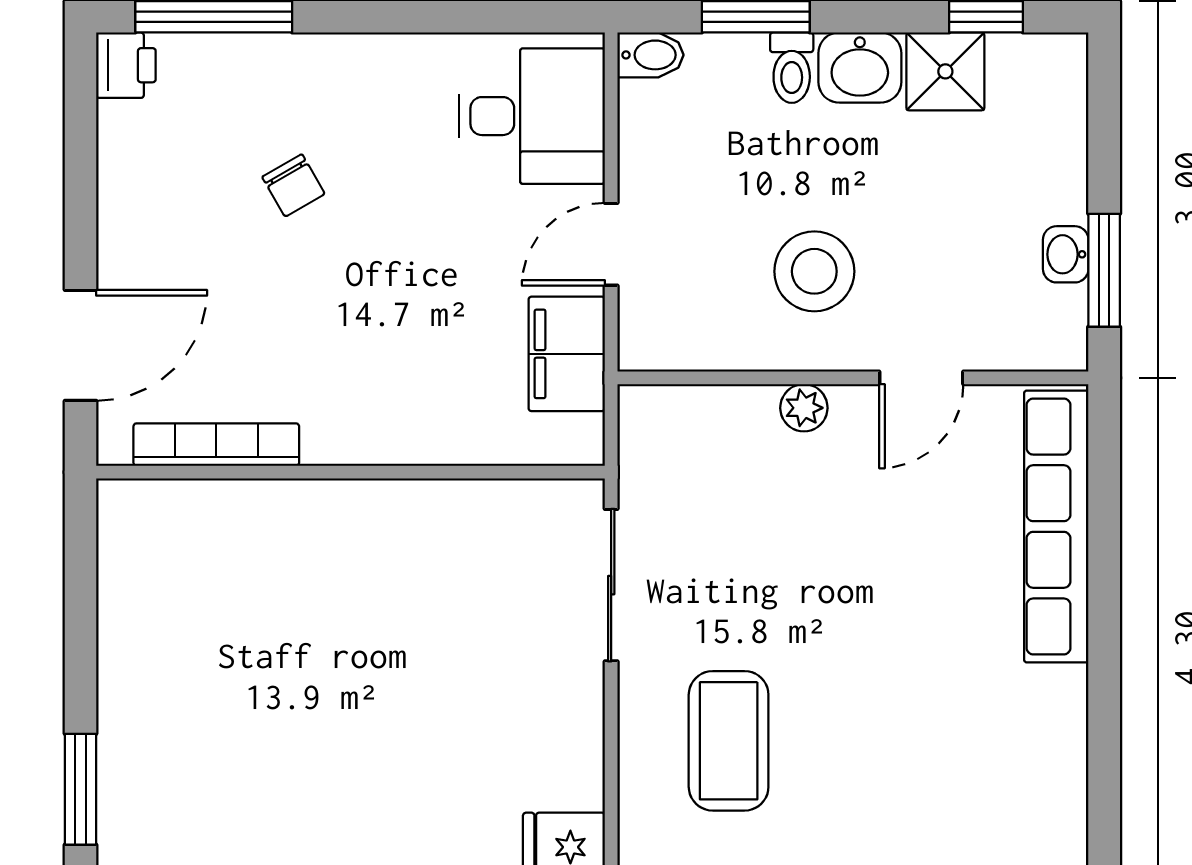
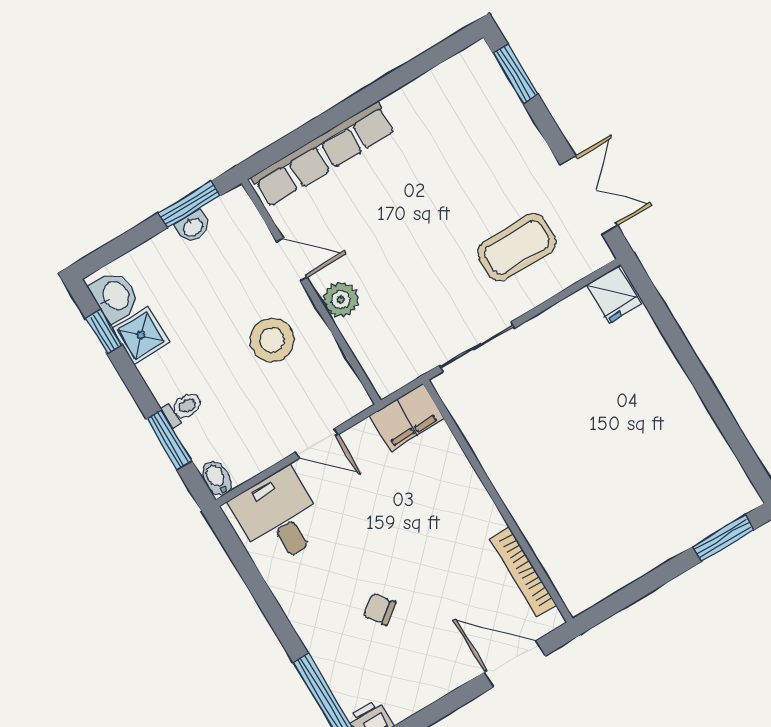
washbasin: (860, 68) -> (115, 296), moved
chair: (293, 185) -> (379, 609), turned -96
filing cabinet: (567, 354) -> (407, 418), moved
plant: (804, 408) -> (341, 300), width x1.38, depth x1.38

